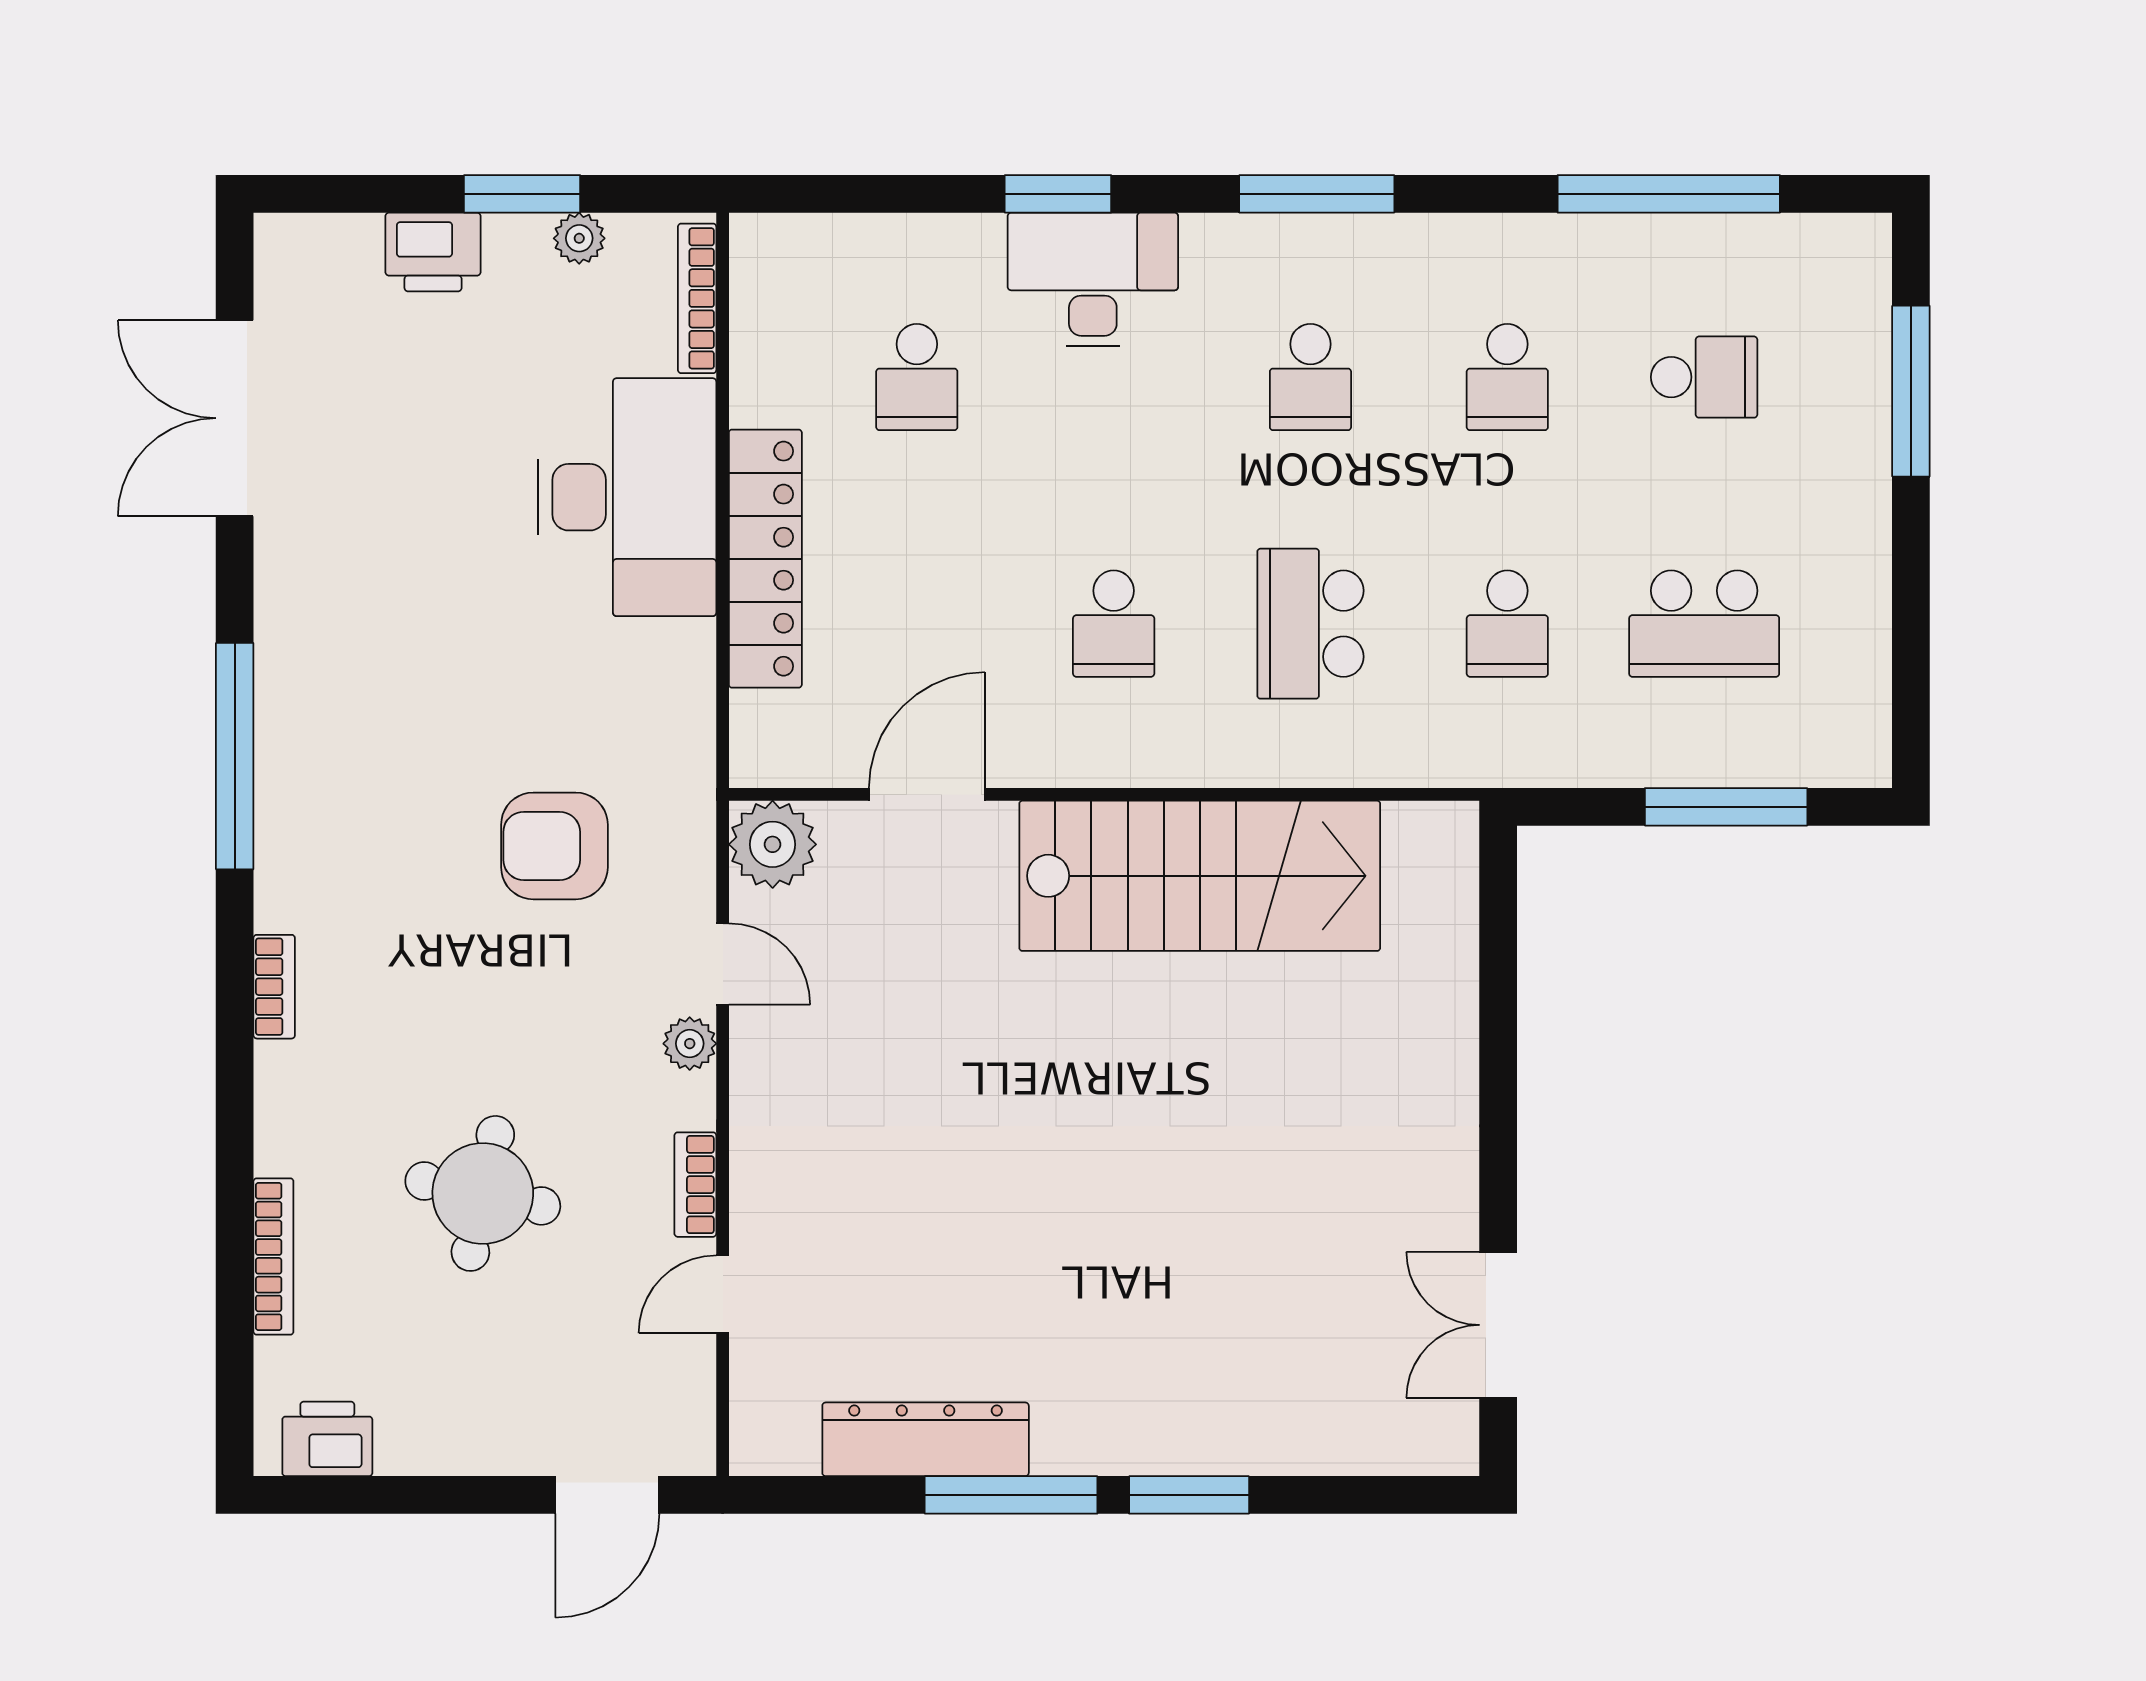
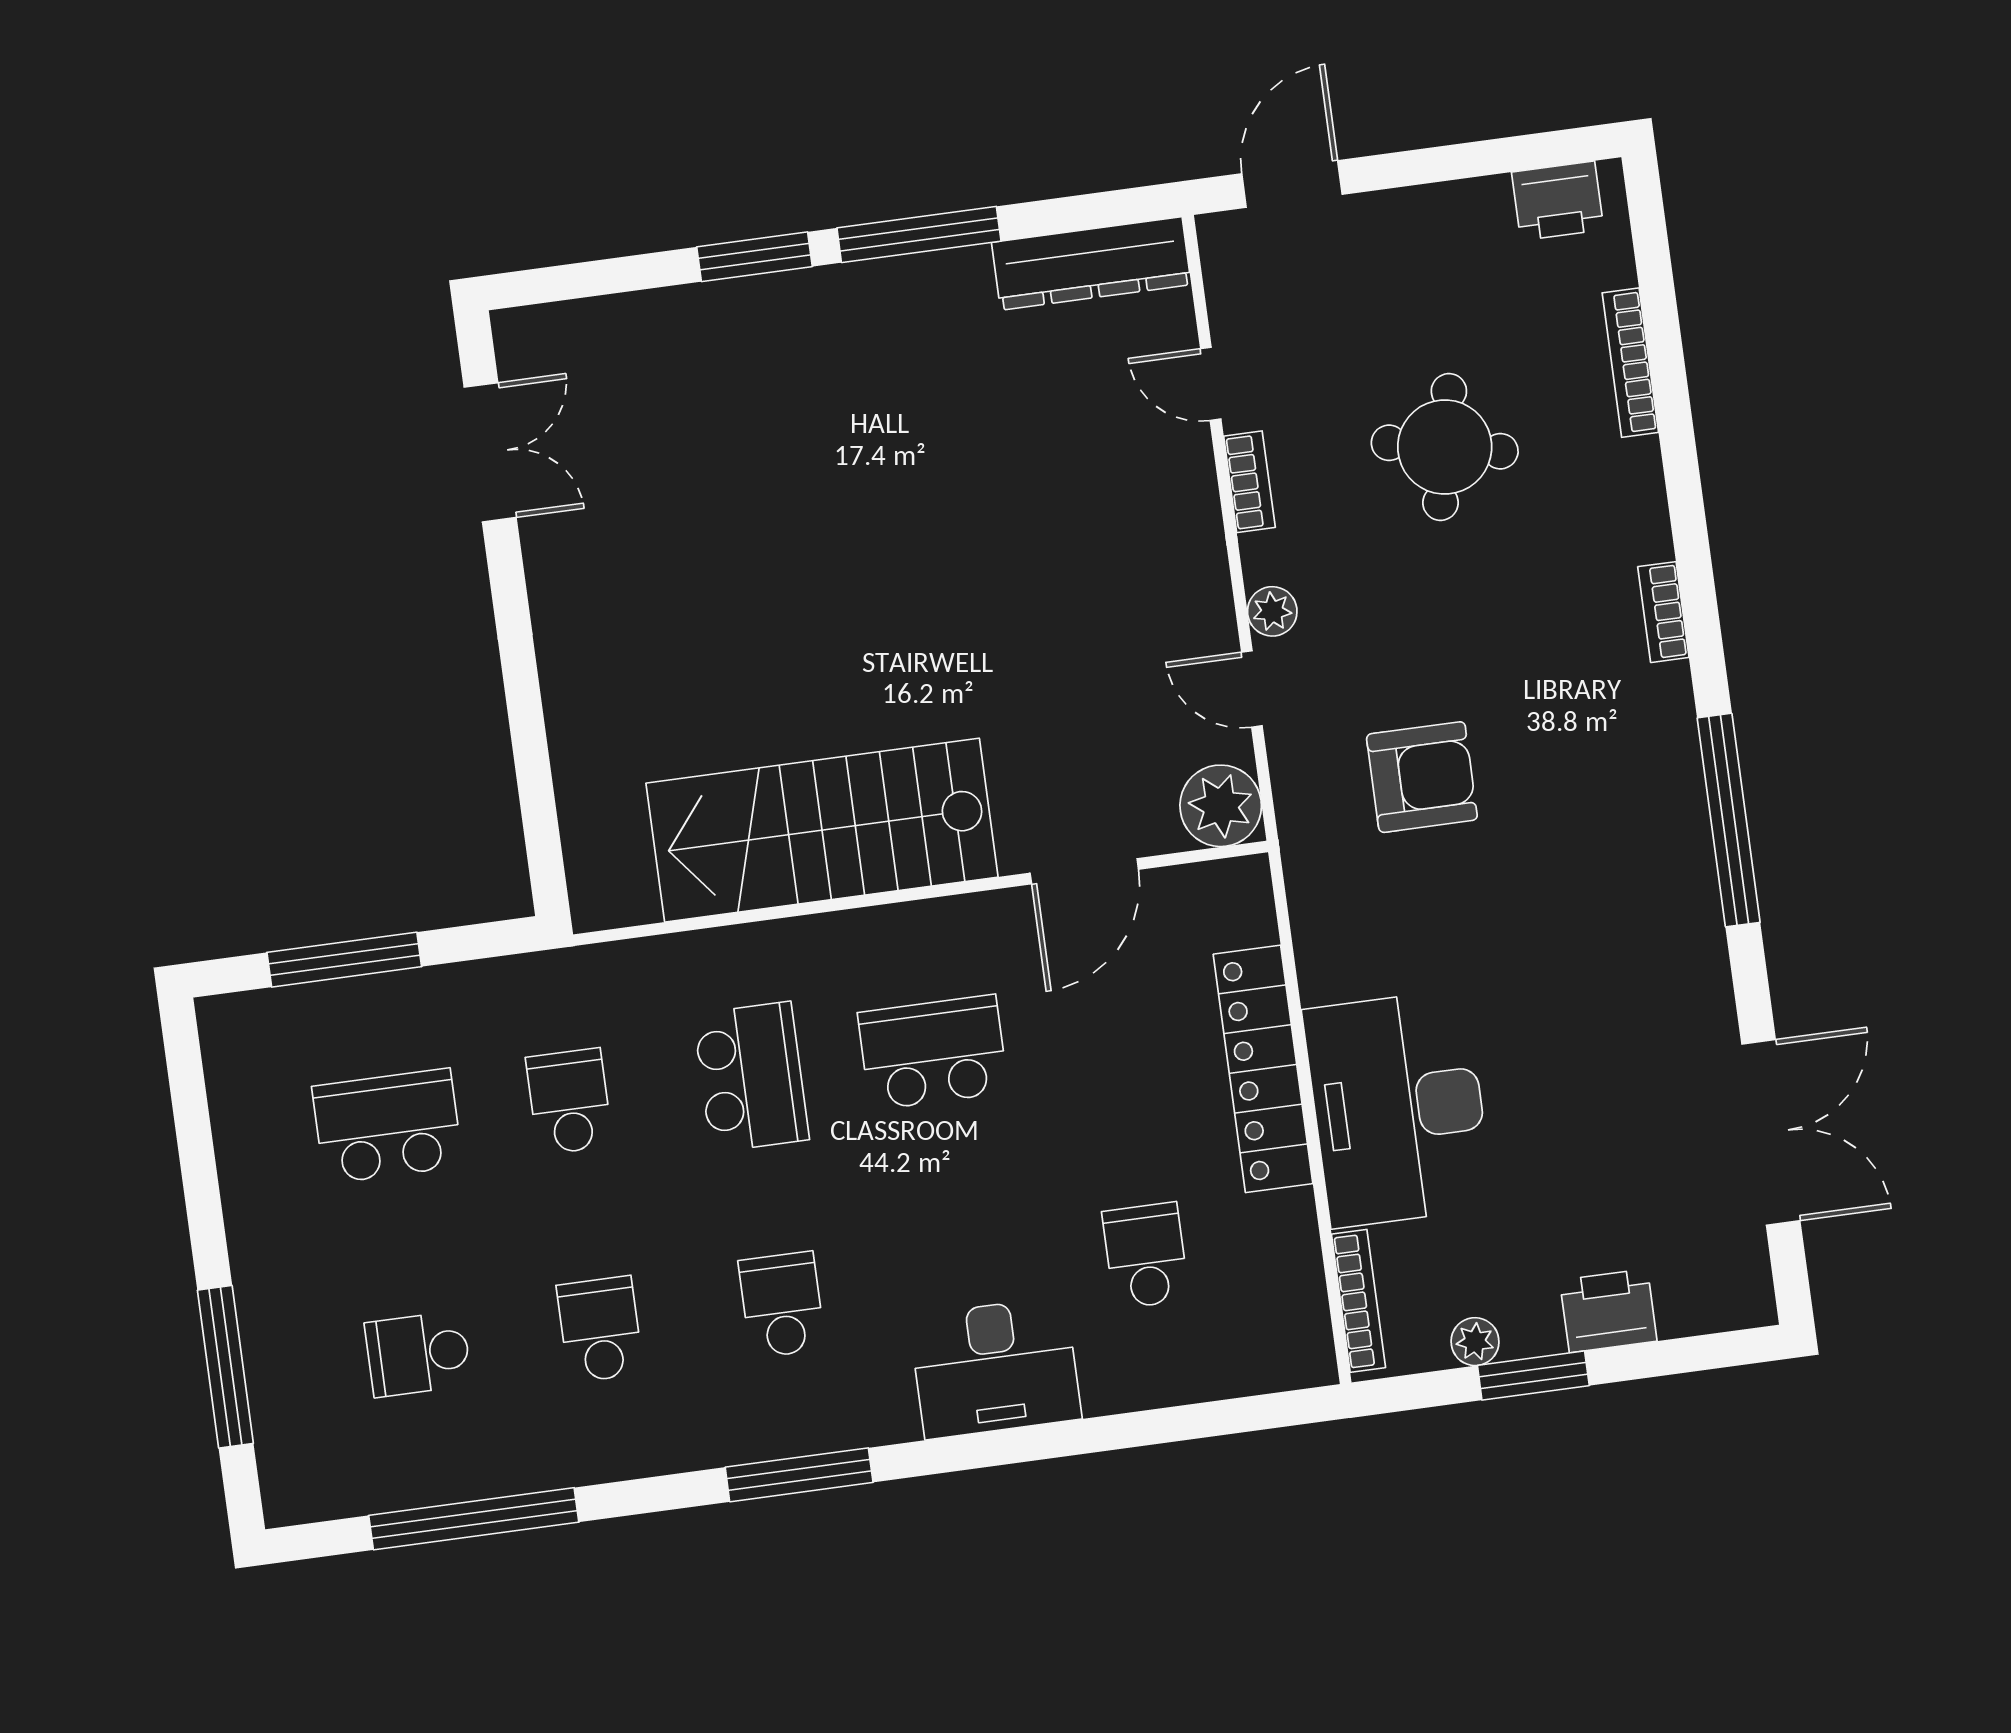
window: (1058, 194) -> (1038, 1442), removed
school desk: (1114, 624) -> (933, 1052), width x1.85
door: (723, 1294) -> (1211, 384), swing flipped
dresser: (926, 1439) -> (1091, 263), moved

